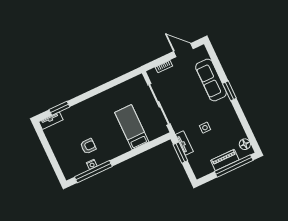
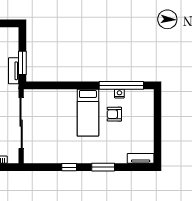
window: (104, 87) -> (69, 167), added
window: (59, 108) -> (103, 167), moved
bed: (132, 127) -> (88, 113), moved

